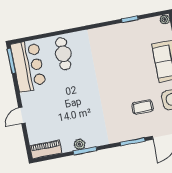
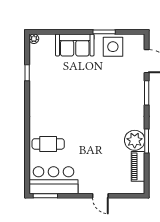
coffee table: (143, 107) -> (115, 77), removed
plant: (80, 144) -> (135, 140), width x1.88, depth x1.88
piano: (46, 149) -> (138, 166), moved

